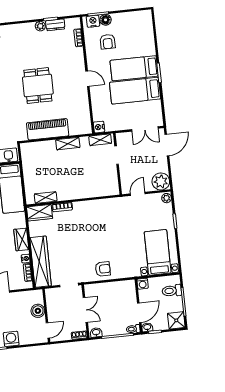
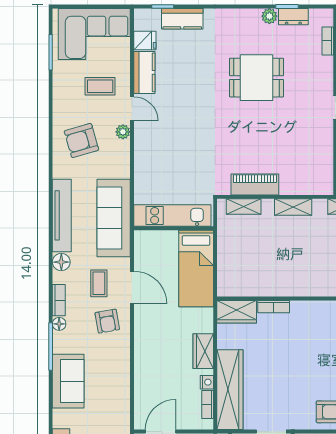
dining table: (38, 86) -> (257, 78), moved, turned 90
piano: (48, 129) -> (255, 184), width x0.73, depth x0.75
shelving: (46, 198) -> (244, 207), moved

